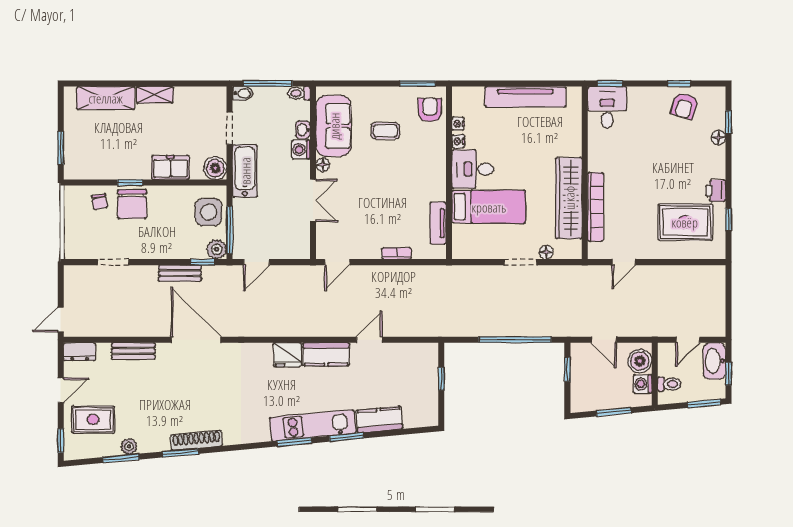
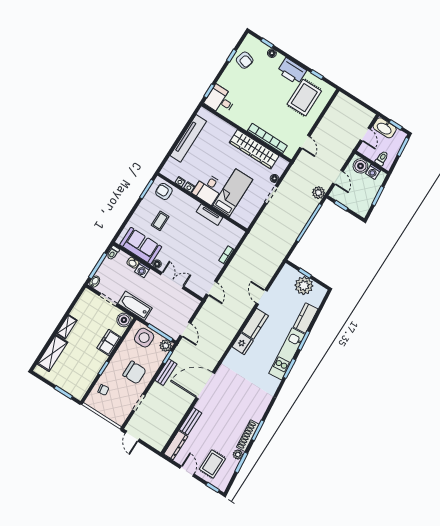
printer: (716, 191) -> (292, 71), width x1.87, depth x1.48
chair: (132, 204) -> (134, 373), moved
tv unit: (438, 223) -> (210, 215), moved
door: (61, 319) -> (132, 436), moved
plant: (565, 326) -> (319, 193), added
door: (604, 340) -> (338, 177), hinge flipped
dresser: (80, 352) -> (176, 445), width x1.44
plant: (423, 388) -> (304, 286), added
shoe rack: (196, 440) -> (248, 436), moved

